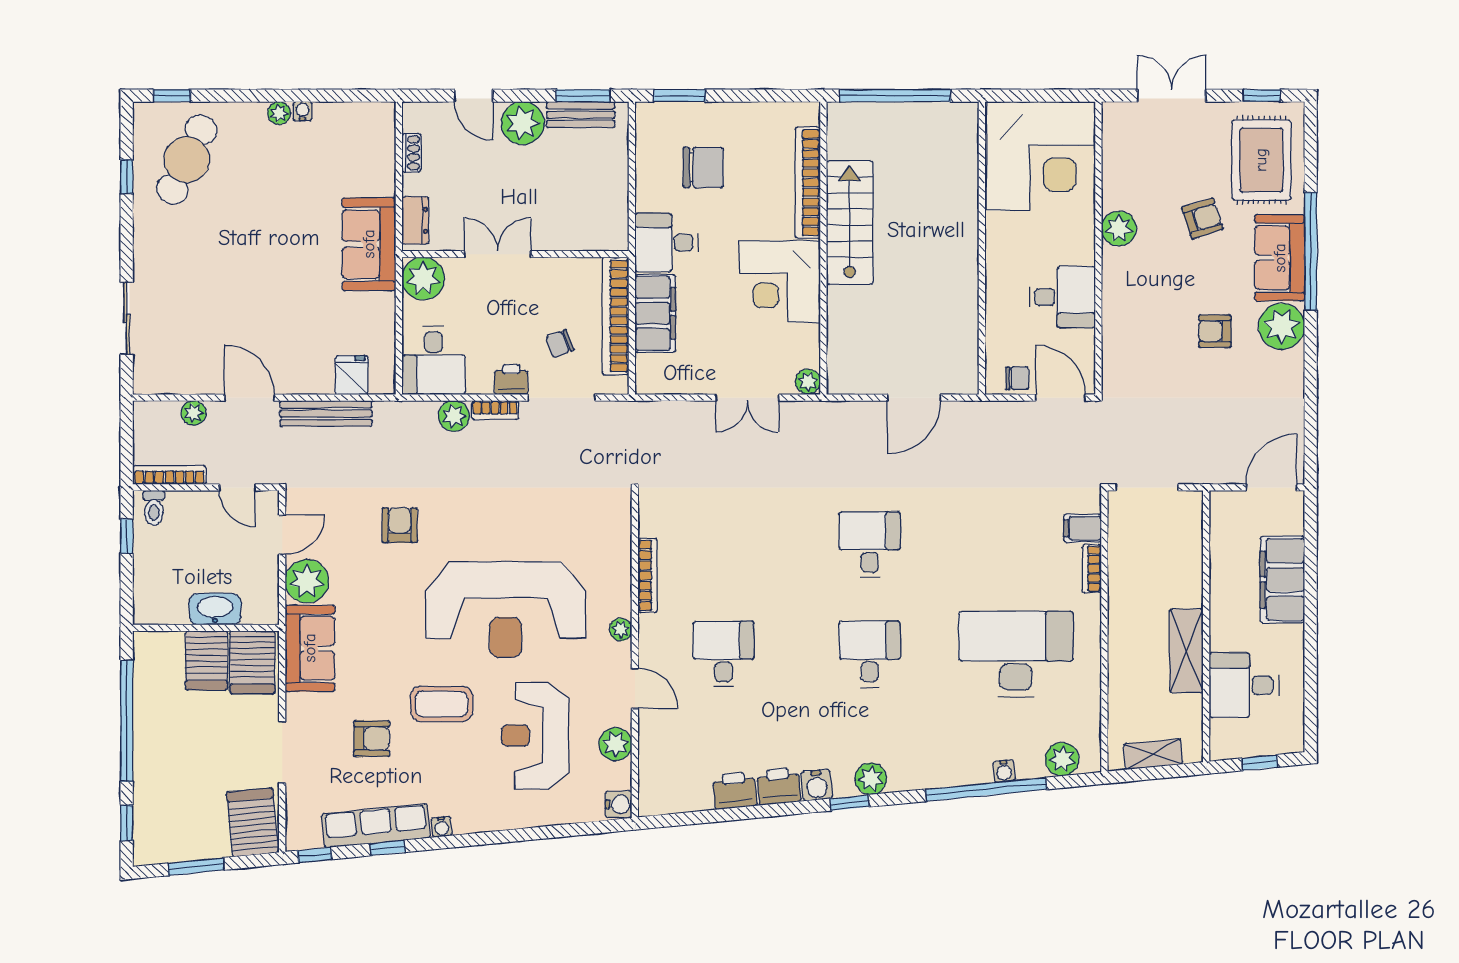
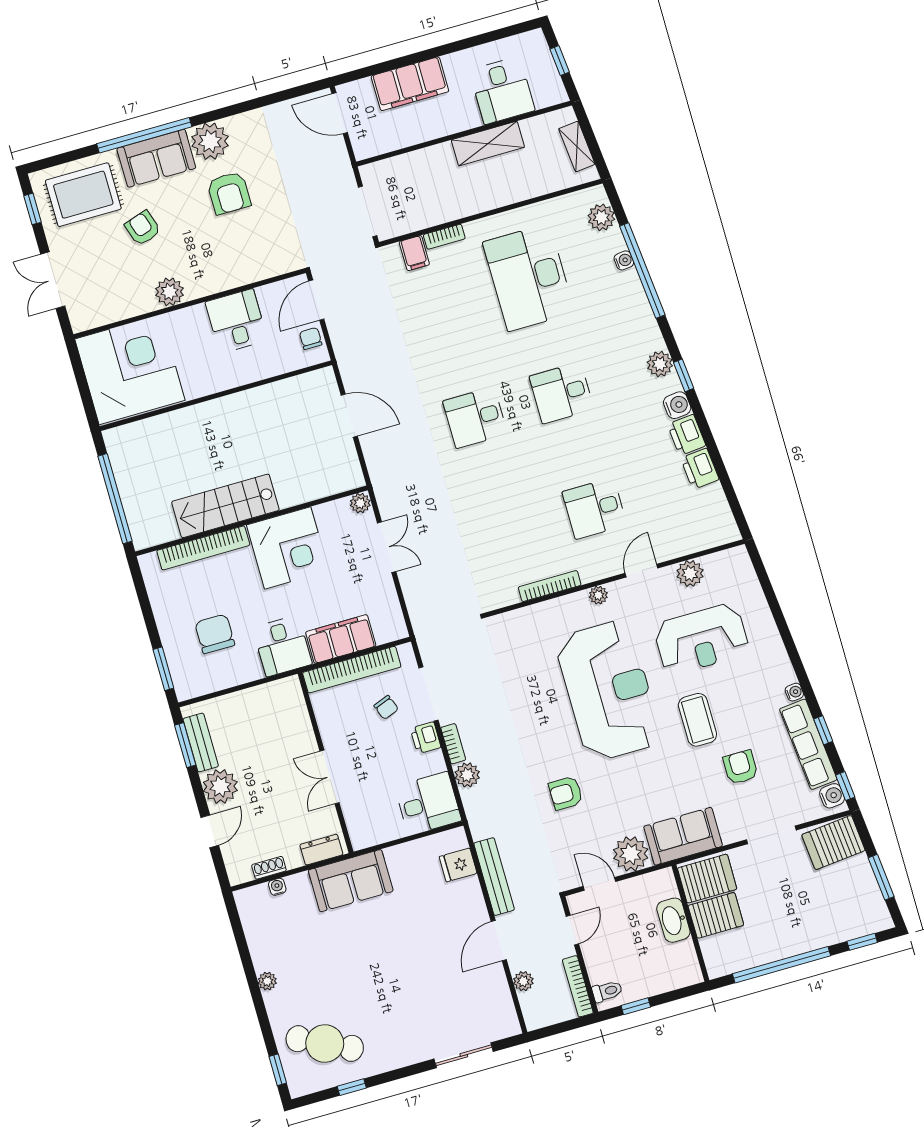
water cooler: (302, 111) -> (277, 887), moved, turned 90
plant: (423, 279) -> (366, 830), removed
armchair: (1215, 331) -> (229, 193), width x1.38, depth x1.38
water cooler: (619, 804) -> (832, 796), moved, turned 84

